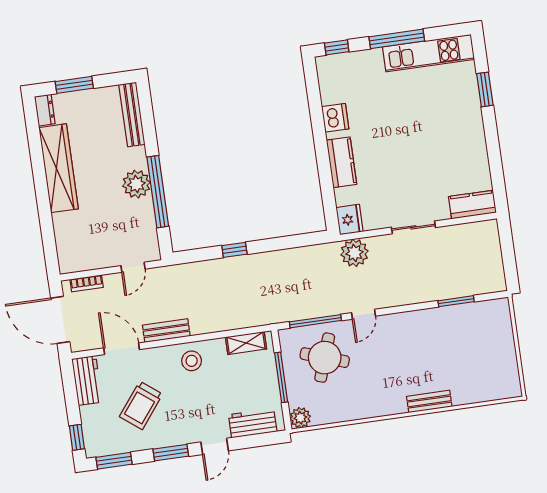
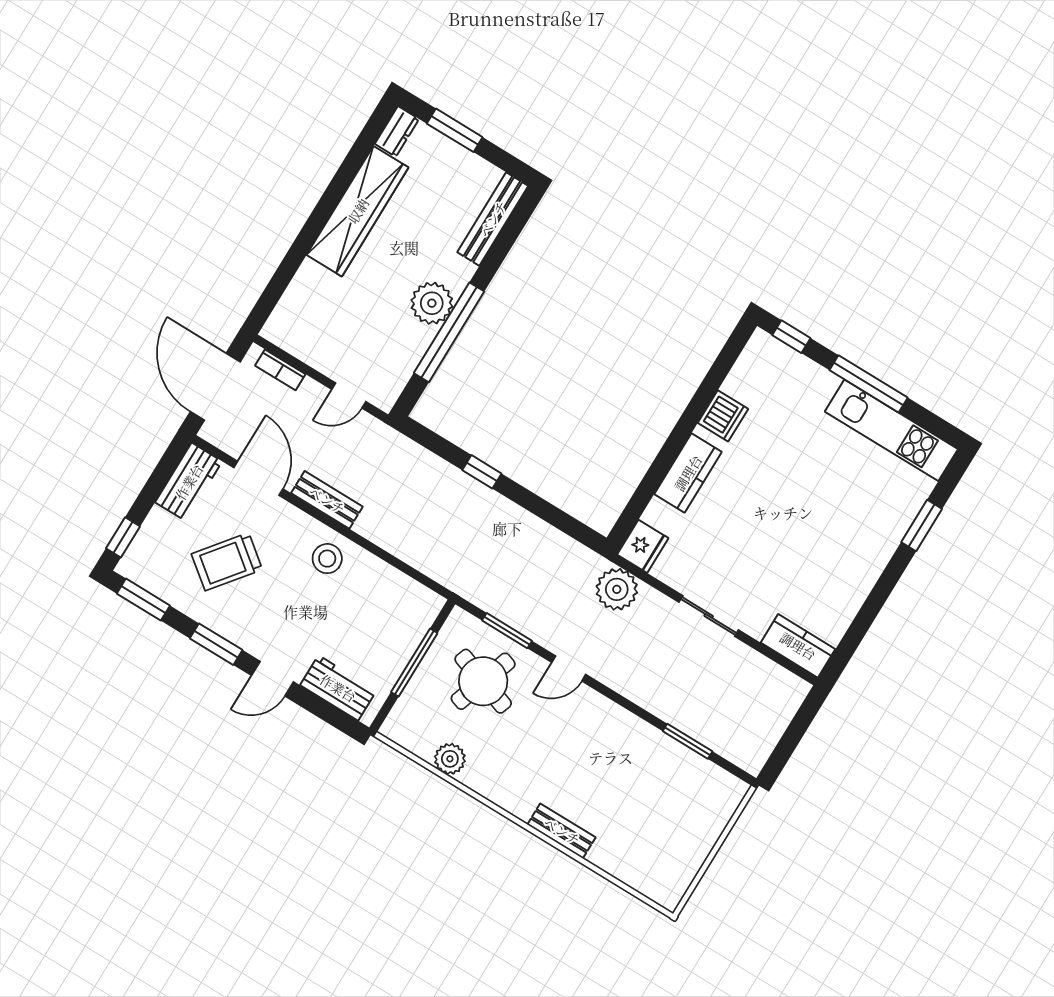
window: (315, 321) -> (507, 631), width x0.69
shelving: (246, 343) -> (407, 590), removed
plant: (300, 418) -> (450, 759), moved

